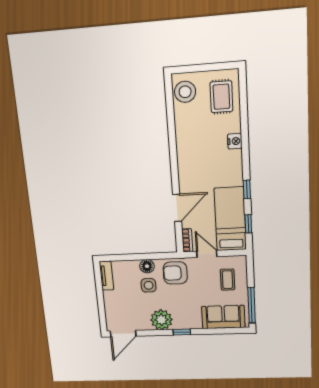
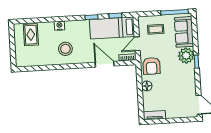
stool: (185, 92) -> (65, 49), moved
rug: (221, 97) -> (31, 35), turned 90
side table: (149, 285) -> (161, 85), removed
plant: (161, 320) -> (186, 56), moved

